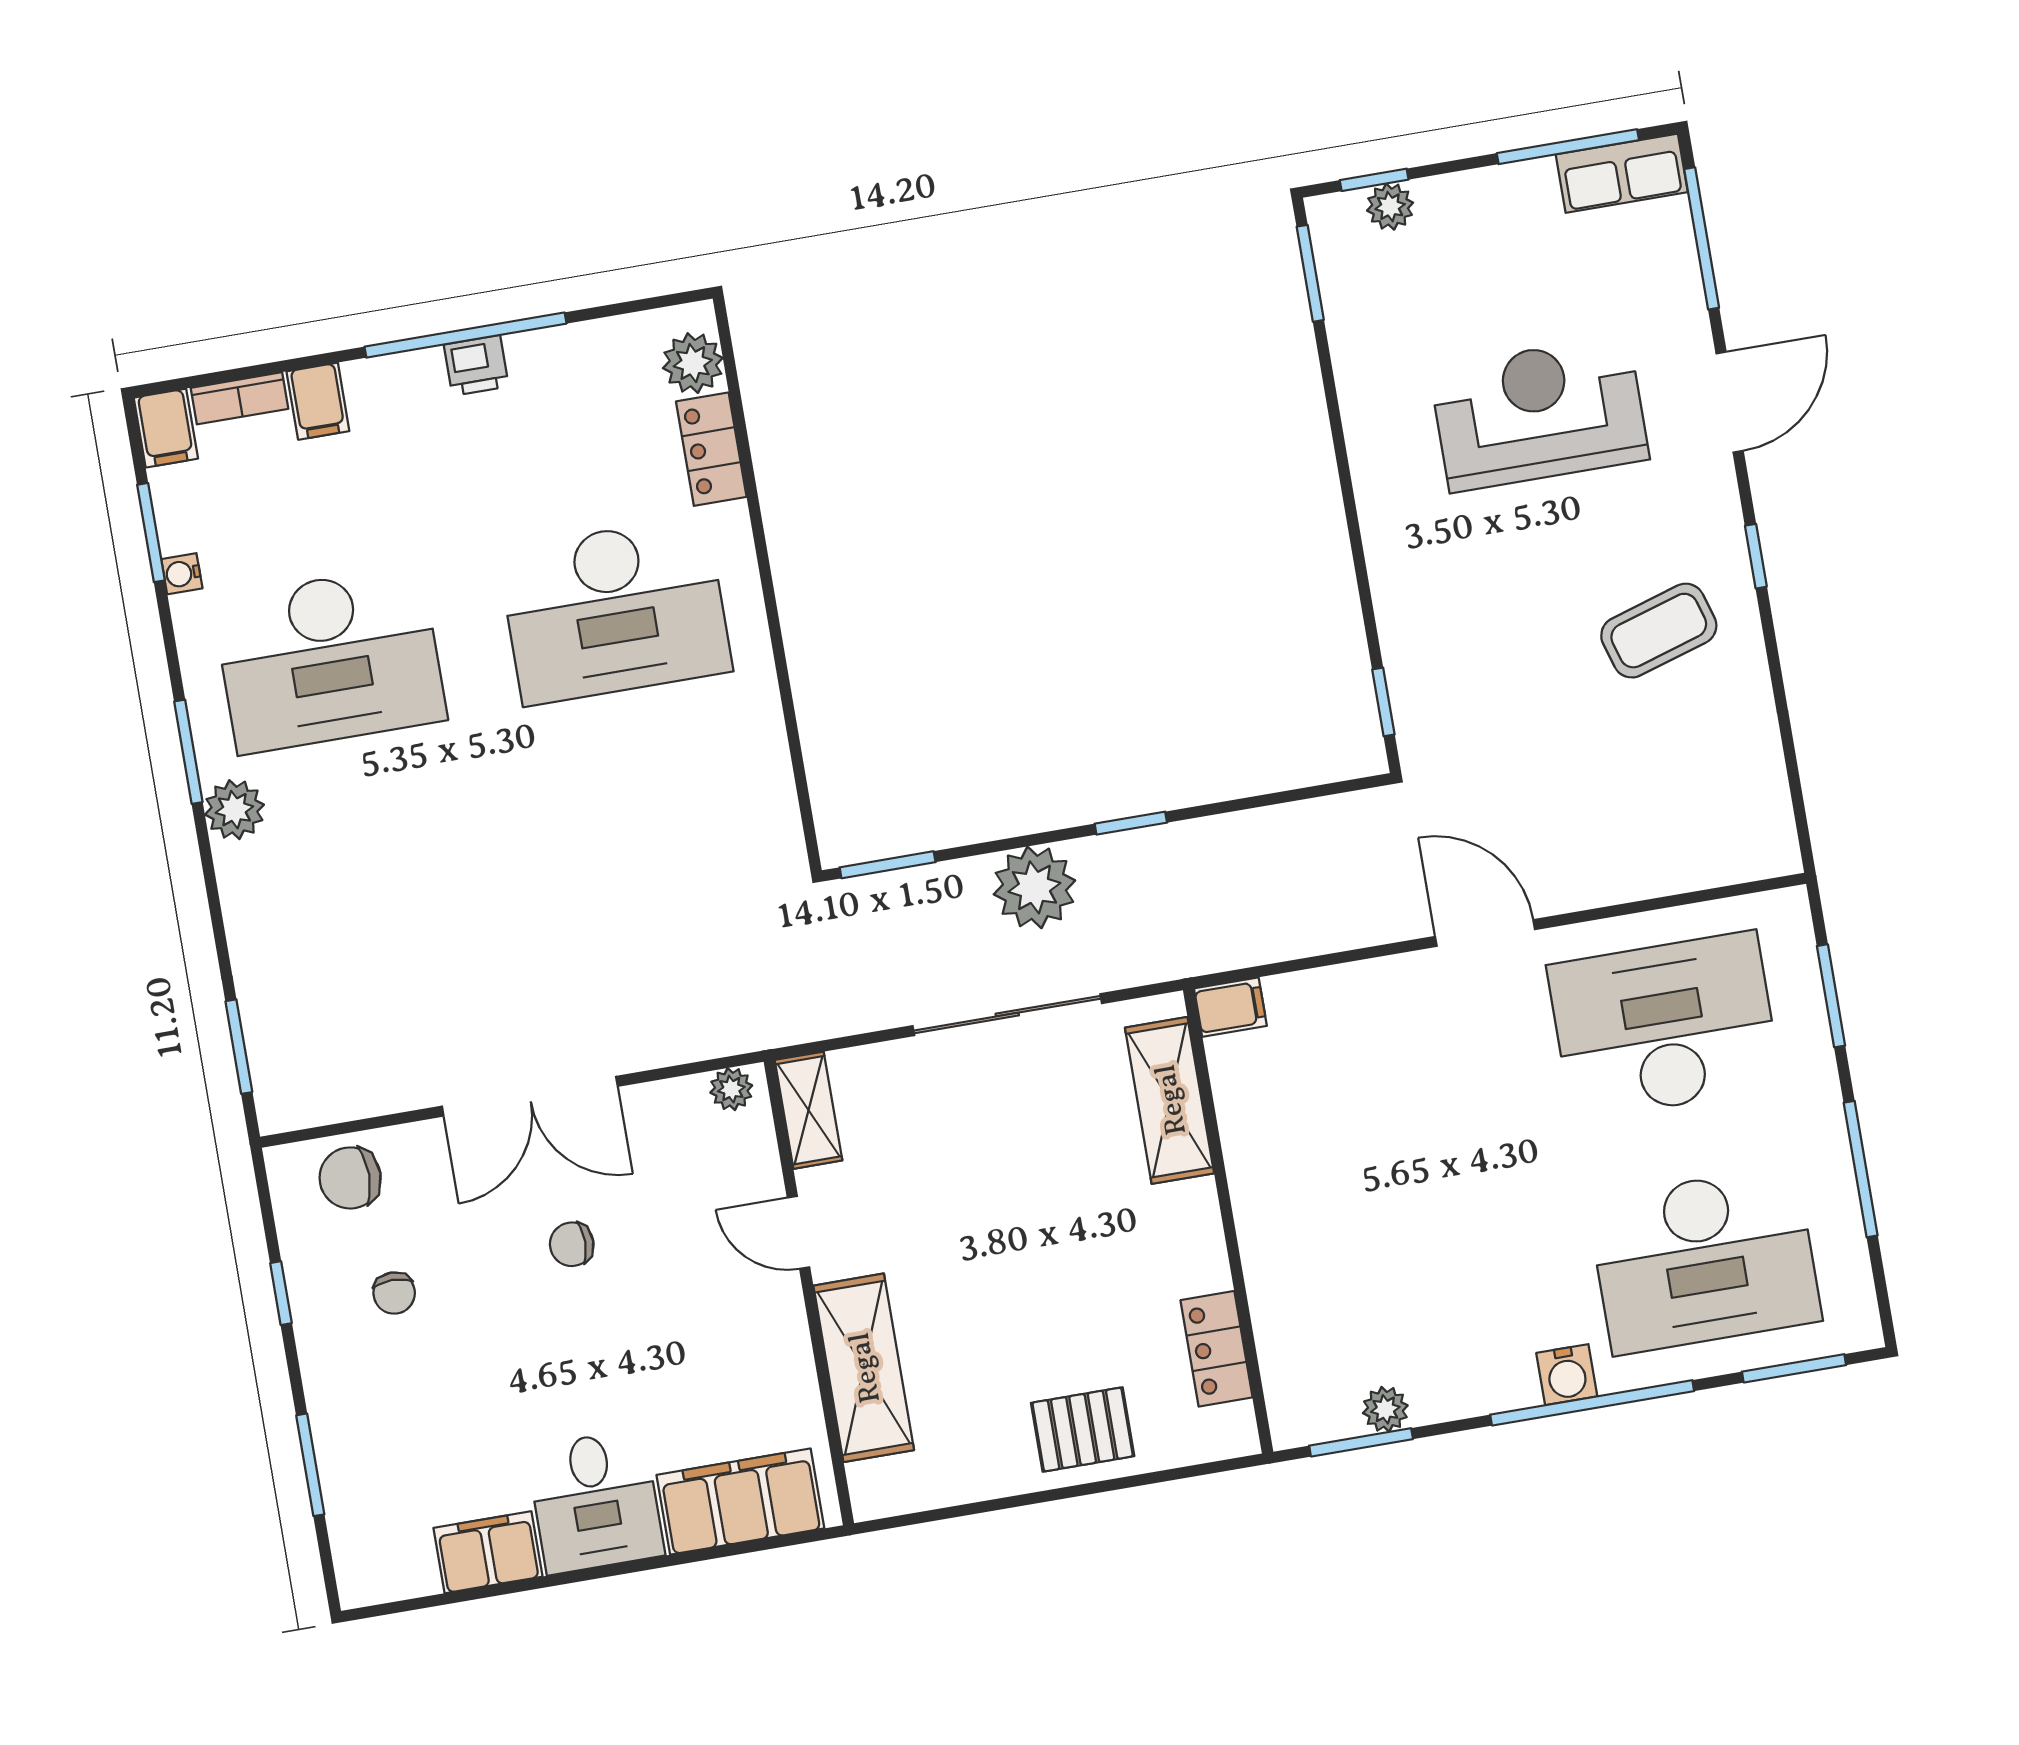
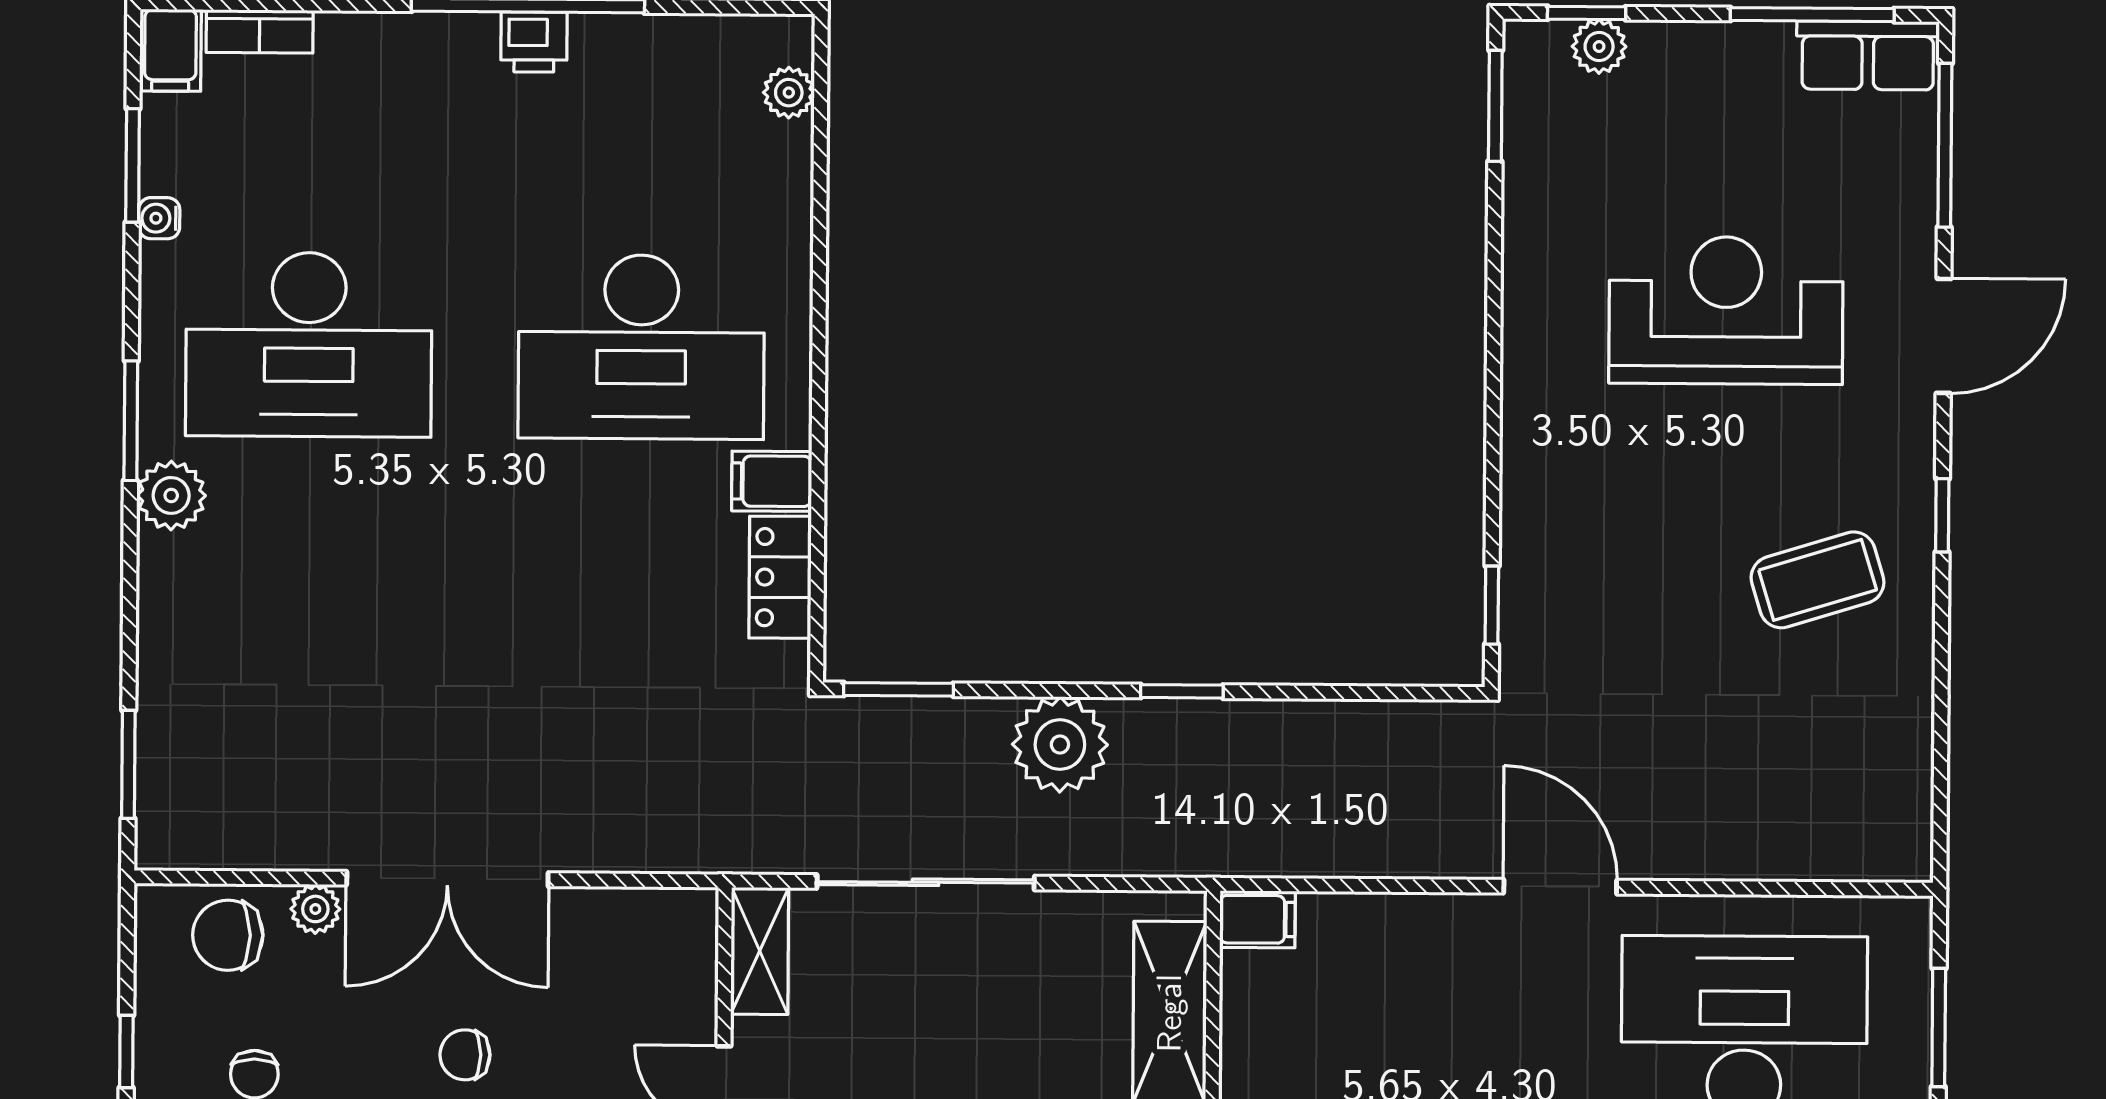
plant: (693, 363) -> (789, 93), width x0.73, depth x0.73
filing cabinet: (318, 401) -> (772, 481), moved, turned 90
locker: (711, 449) -> (780, 577), moved
sliding door: (1007, 1015) -> (926, 882), moved
plant: (731, 1089) -> (315, 909), moved

